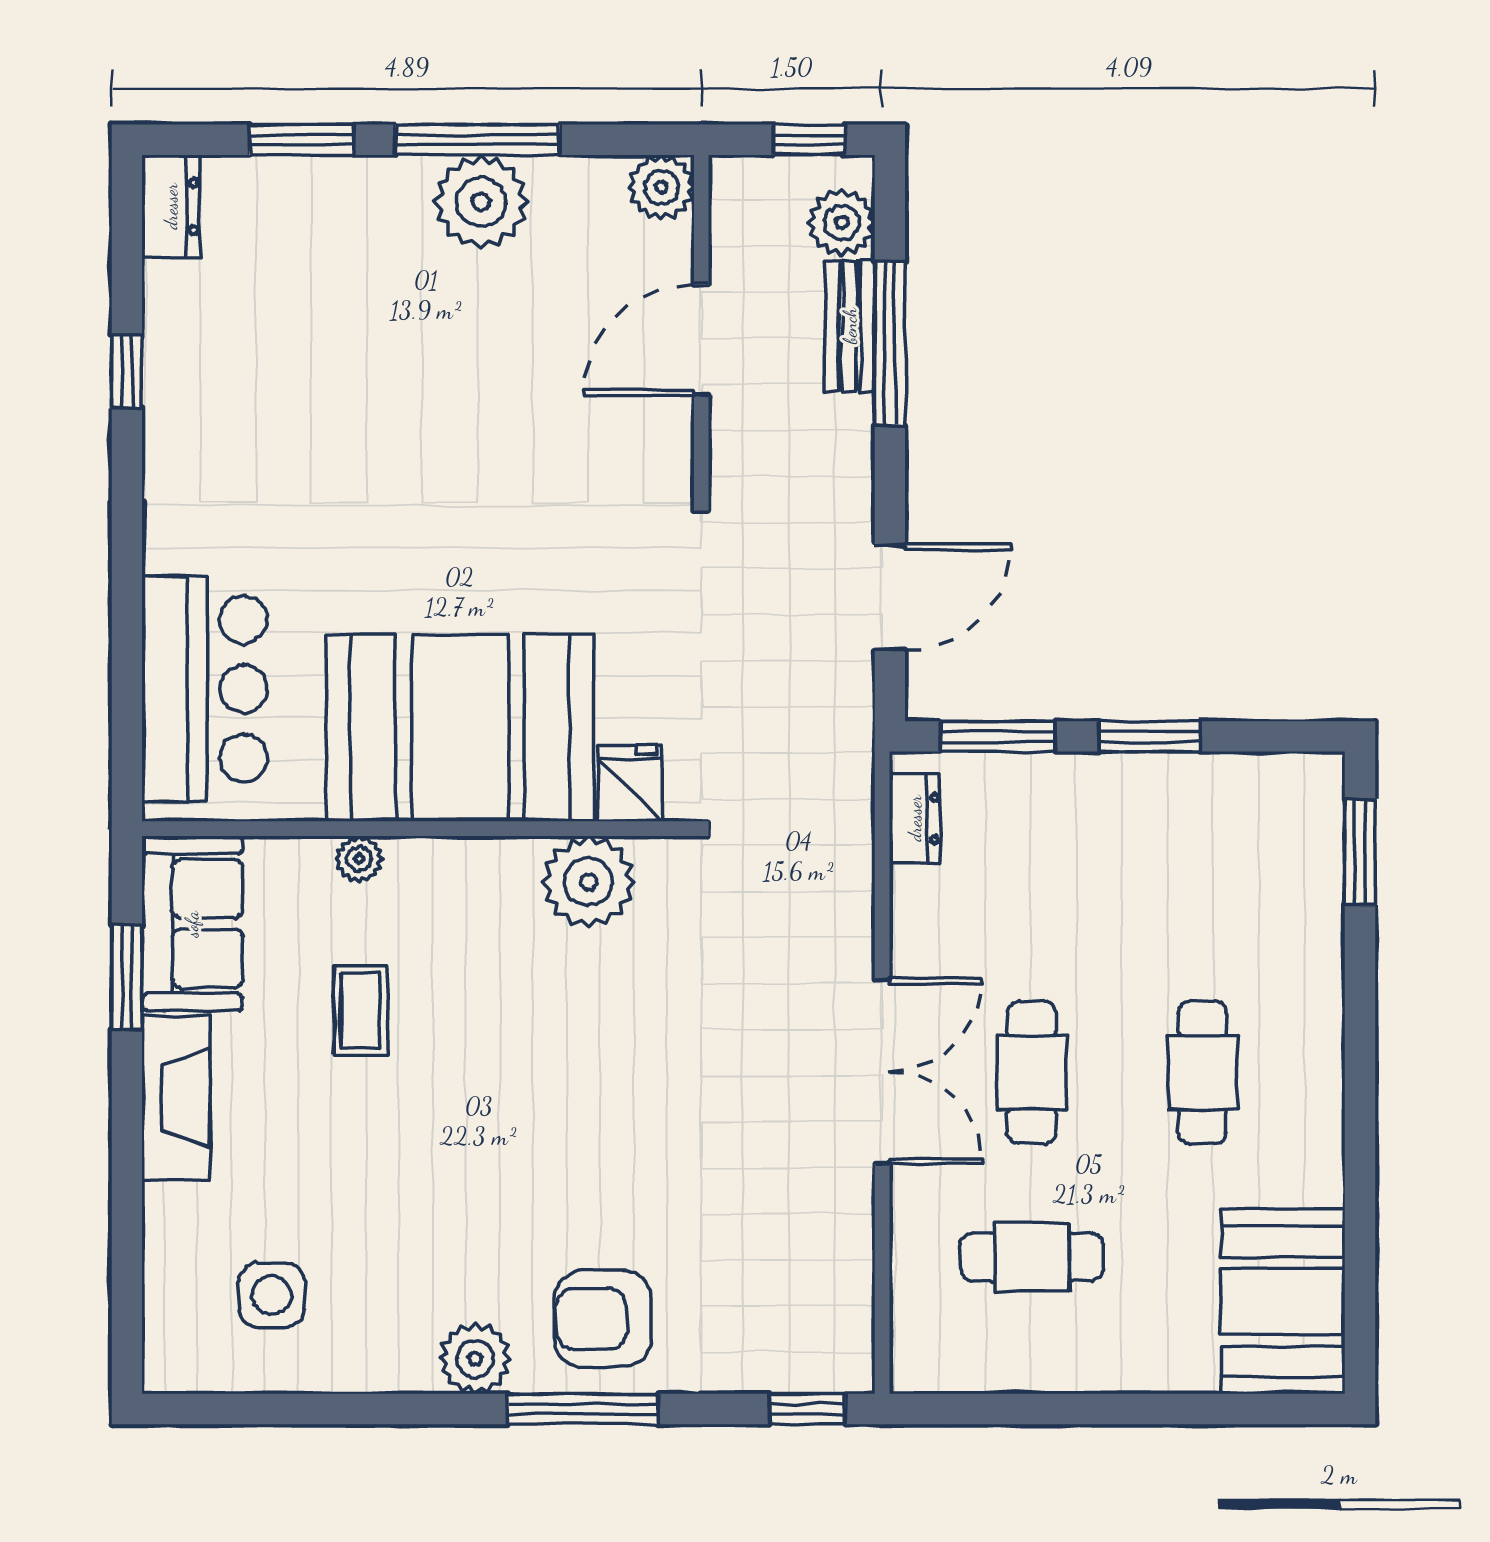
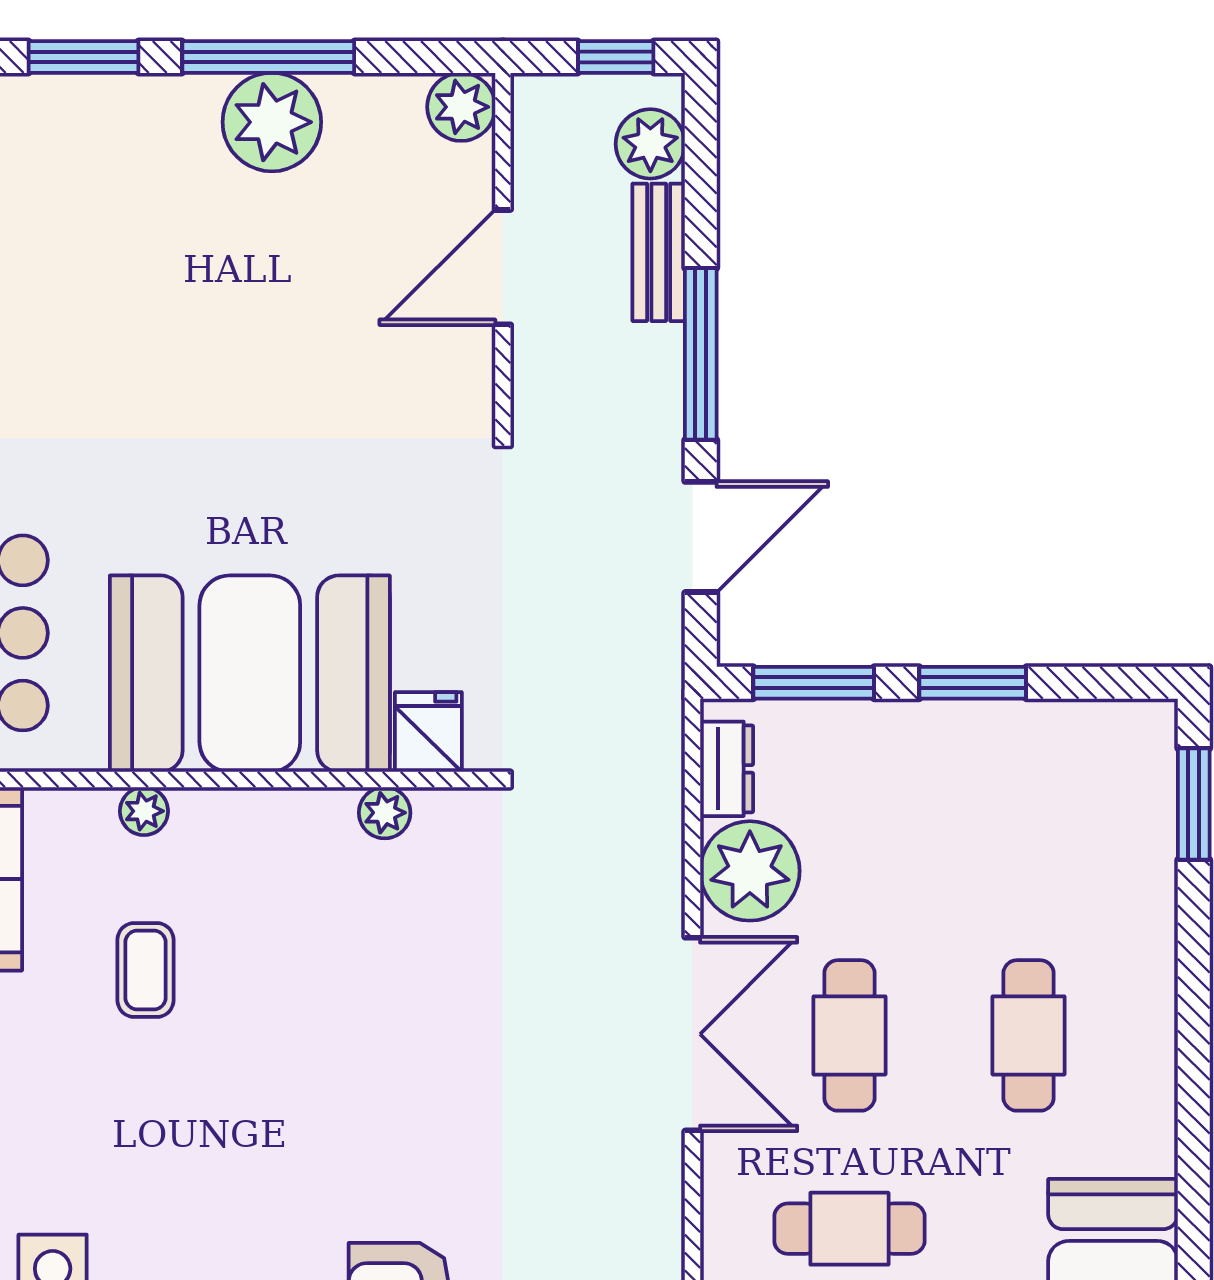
window: (890, 344) -> (701, 354), moved
plant: (588, 882) -> (385, 813), width x0.53, depth x0.53
plant: (937, 916) -> (750, 871), added

